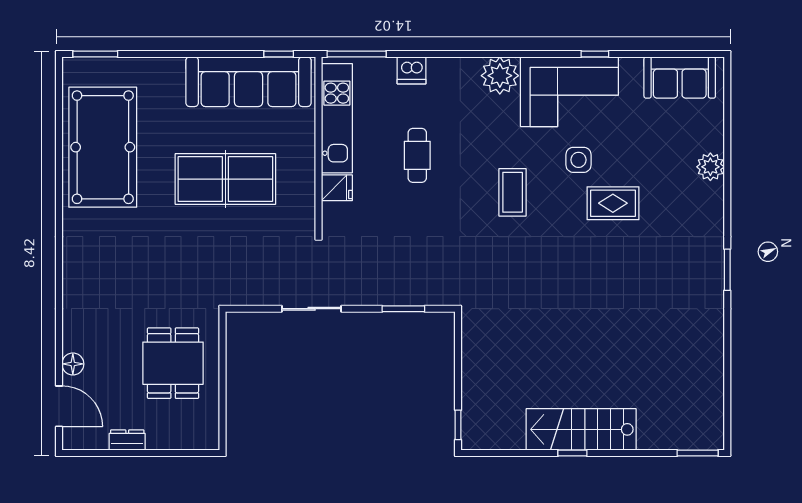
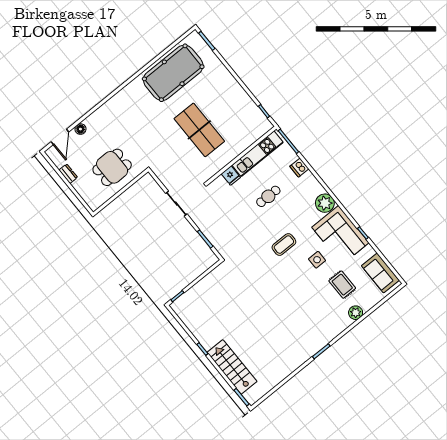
sofa: (249, 82) -> (244, 108), removed
rug: (613, 203) -> (342, 285), moved
stairs: (581, 429) -> (232, 367), moved

